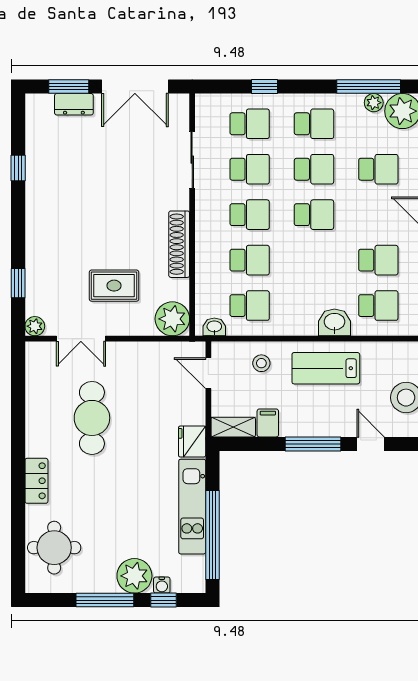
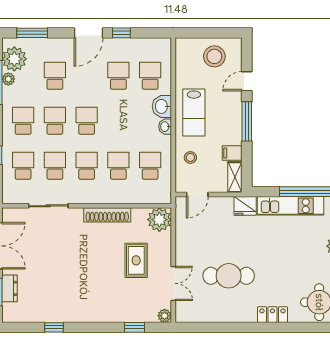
washbasin: (214, 327) -> (165, 127), moved

